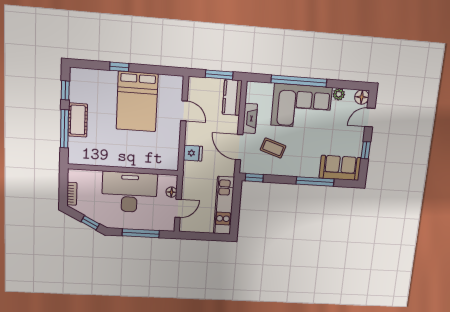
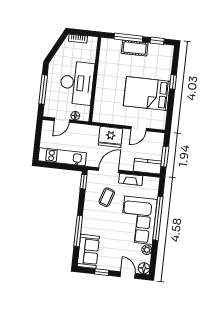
fridge: (193, 153) -> (110, 137), width x1.88, depth x1.34
door: (178, 208) -> (62, 120), hinge flipped
window: (90, 223) -> (54, 51), removed

